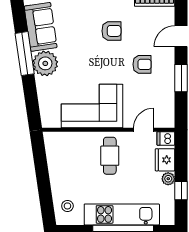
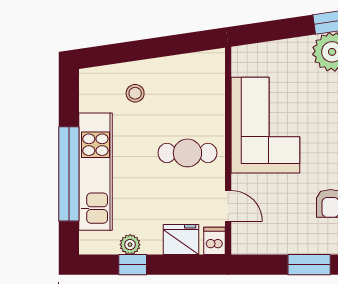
plant: (168, 179) -> (130, 245), moved
stool: (67, 206) -> (135, 93), moved

